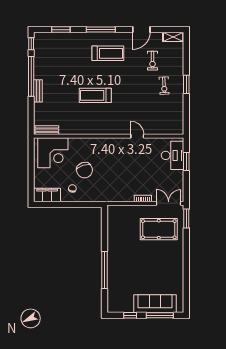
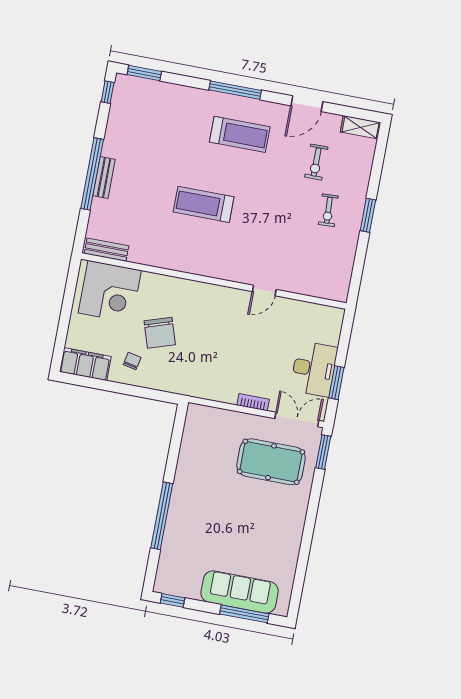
window: (61, 30) -> (144, 73), moved
window: (31, 76) -> (92, 174), moved
door: (137, 136) -> (264, 290), swing flipped
desk: (173, 155) -> (314, 369), moved
window: (186, 161) -> (336, 383), moved
window: (130, 315) -> (172, 600), moved

